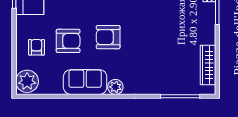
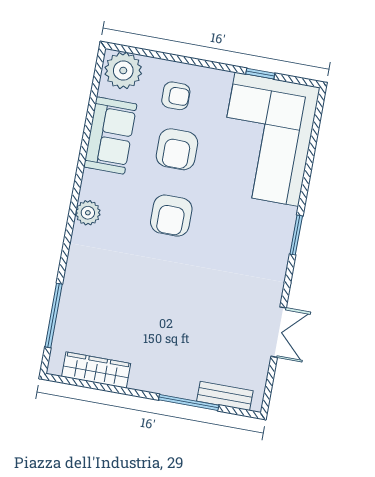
armchair: (108, 37) -> (171, 216), turned 180
sofa: (85, 82) -> (110, 135), moved

